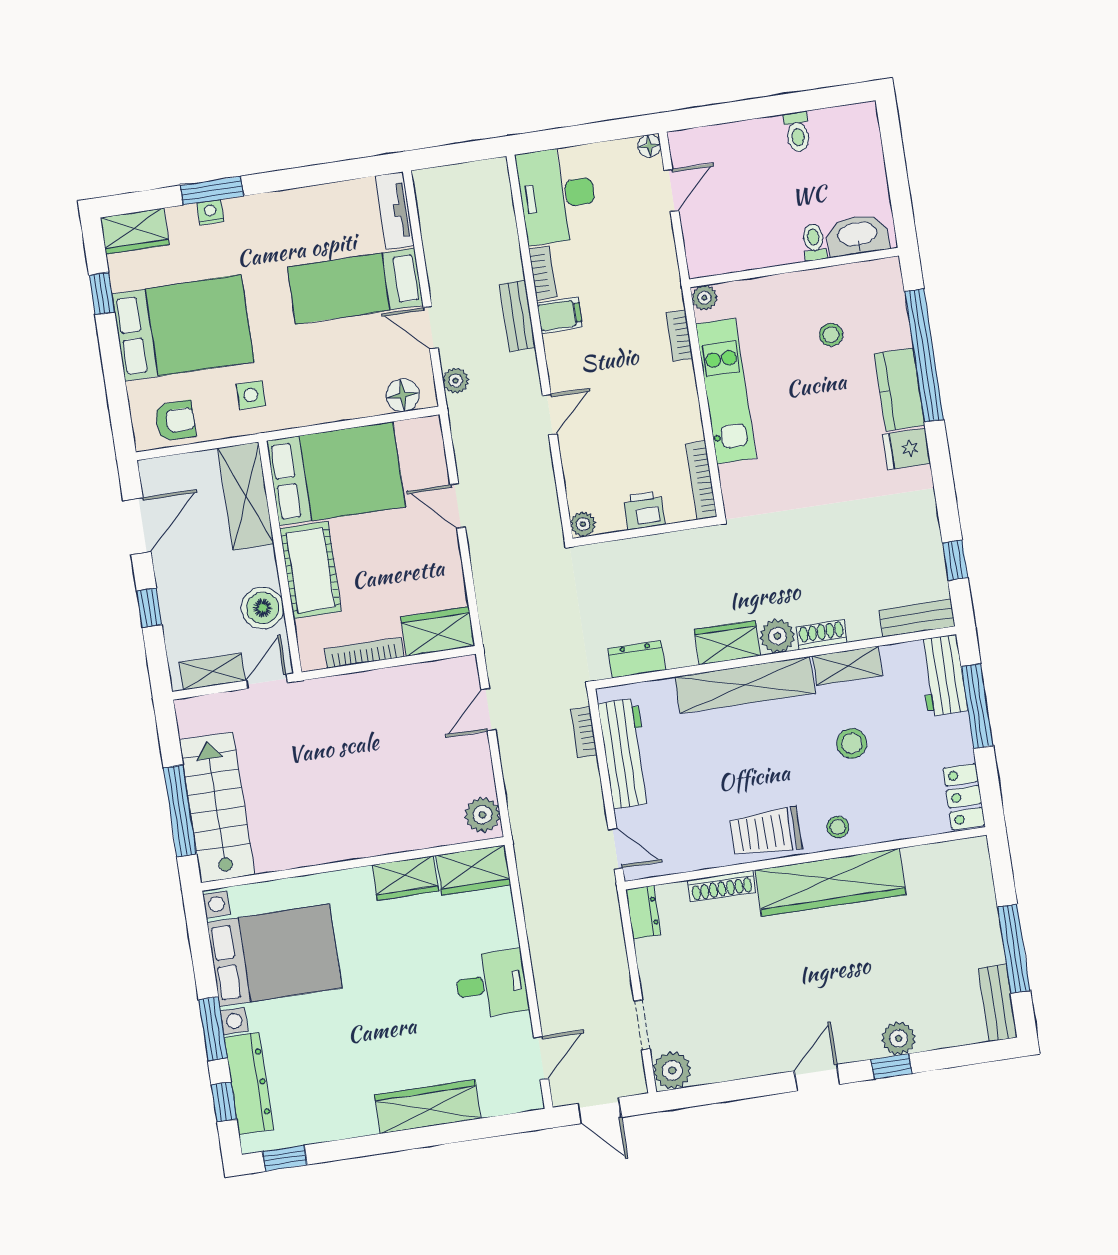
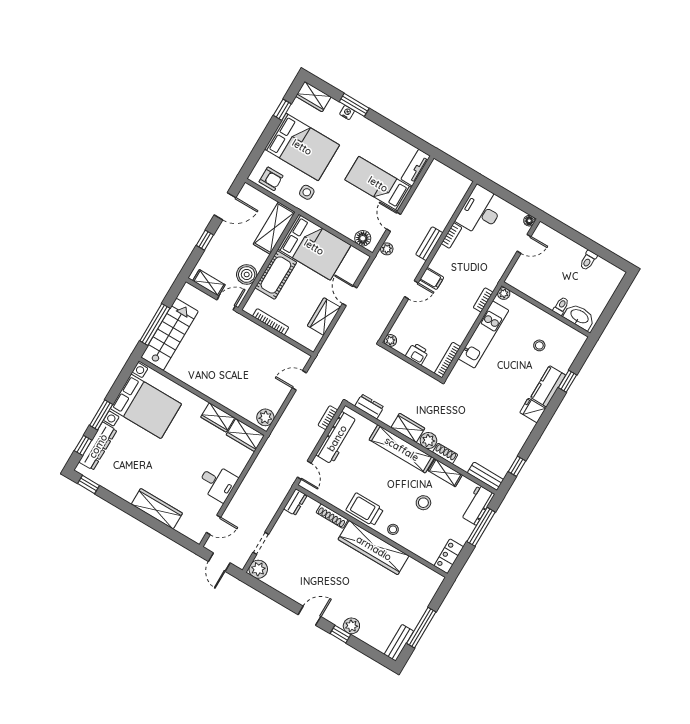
filing cabinet: (560, 315) -> (432, 279), moved
window: (924, 355) -> (568, 381), width x0.32
wardrobe: (438, 631) -> (324, 317), moved, turned -90

